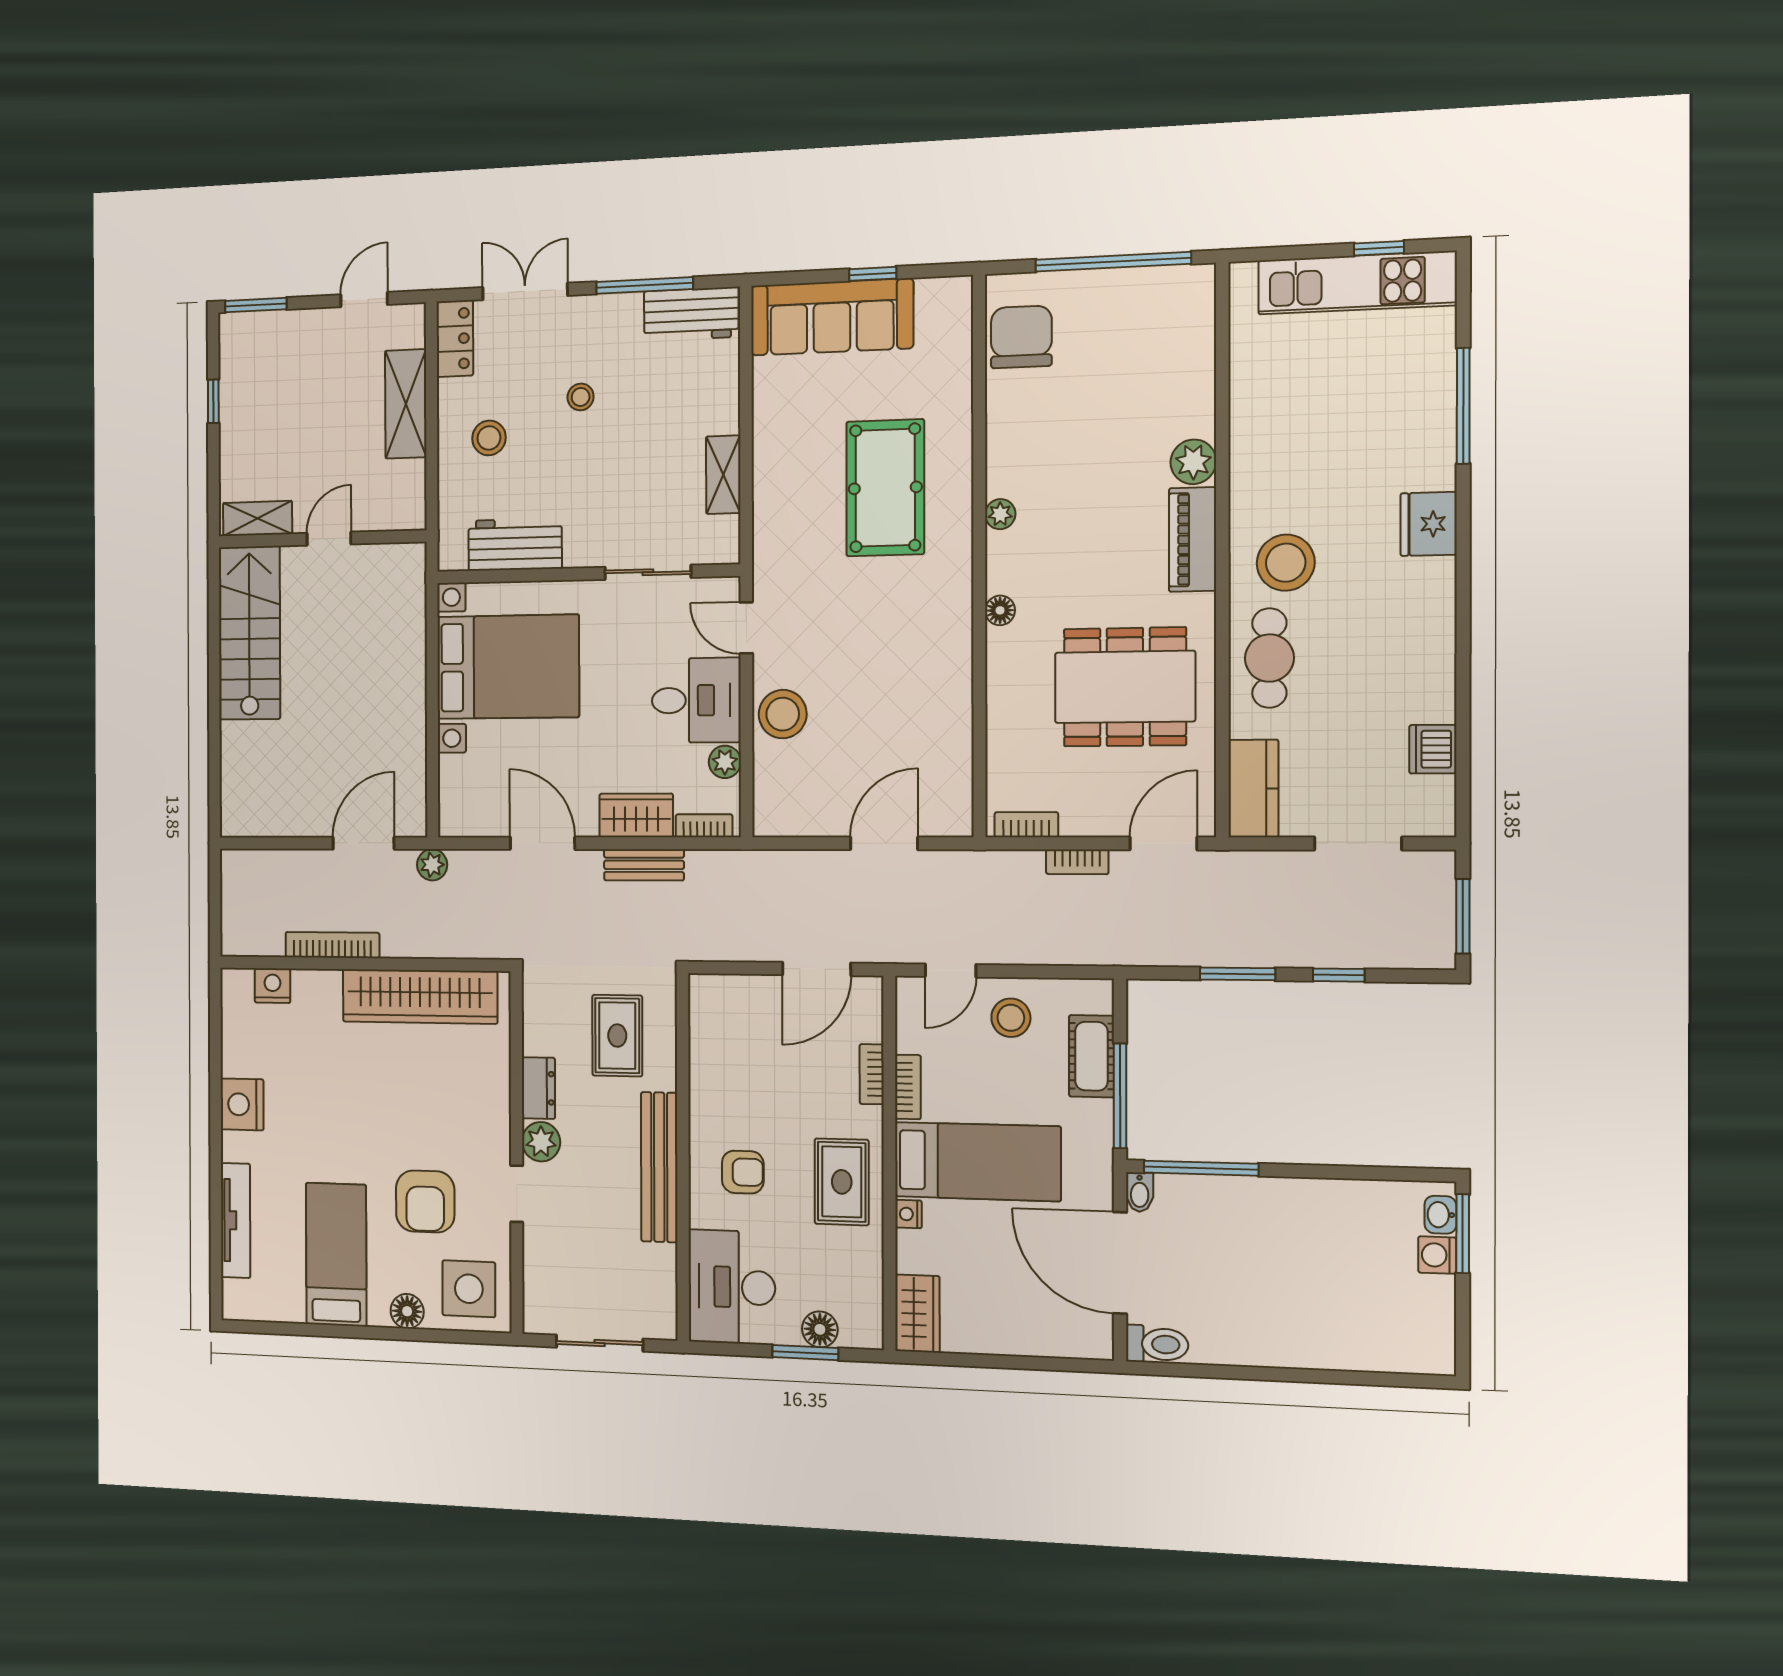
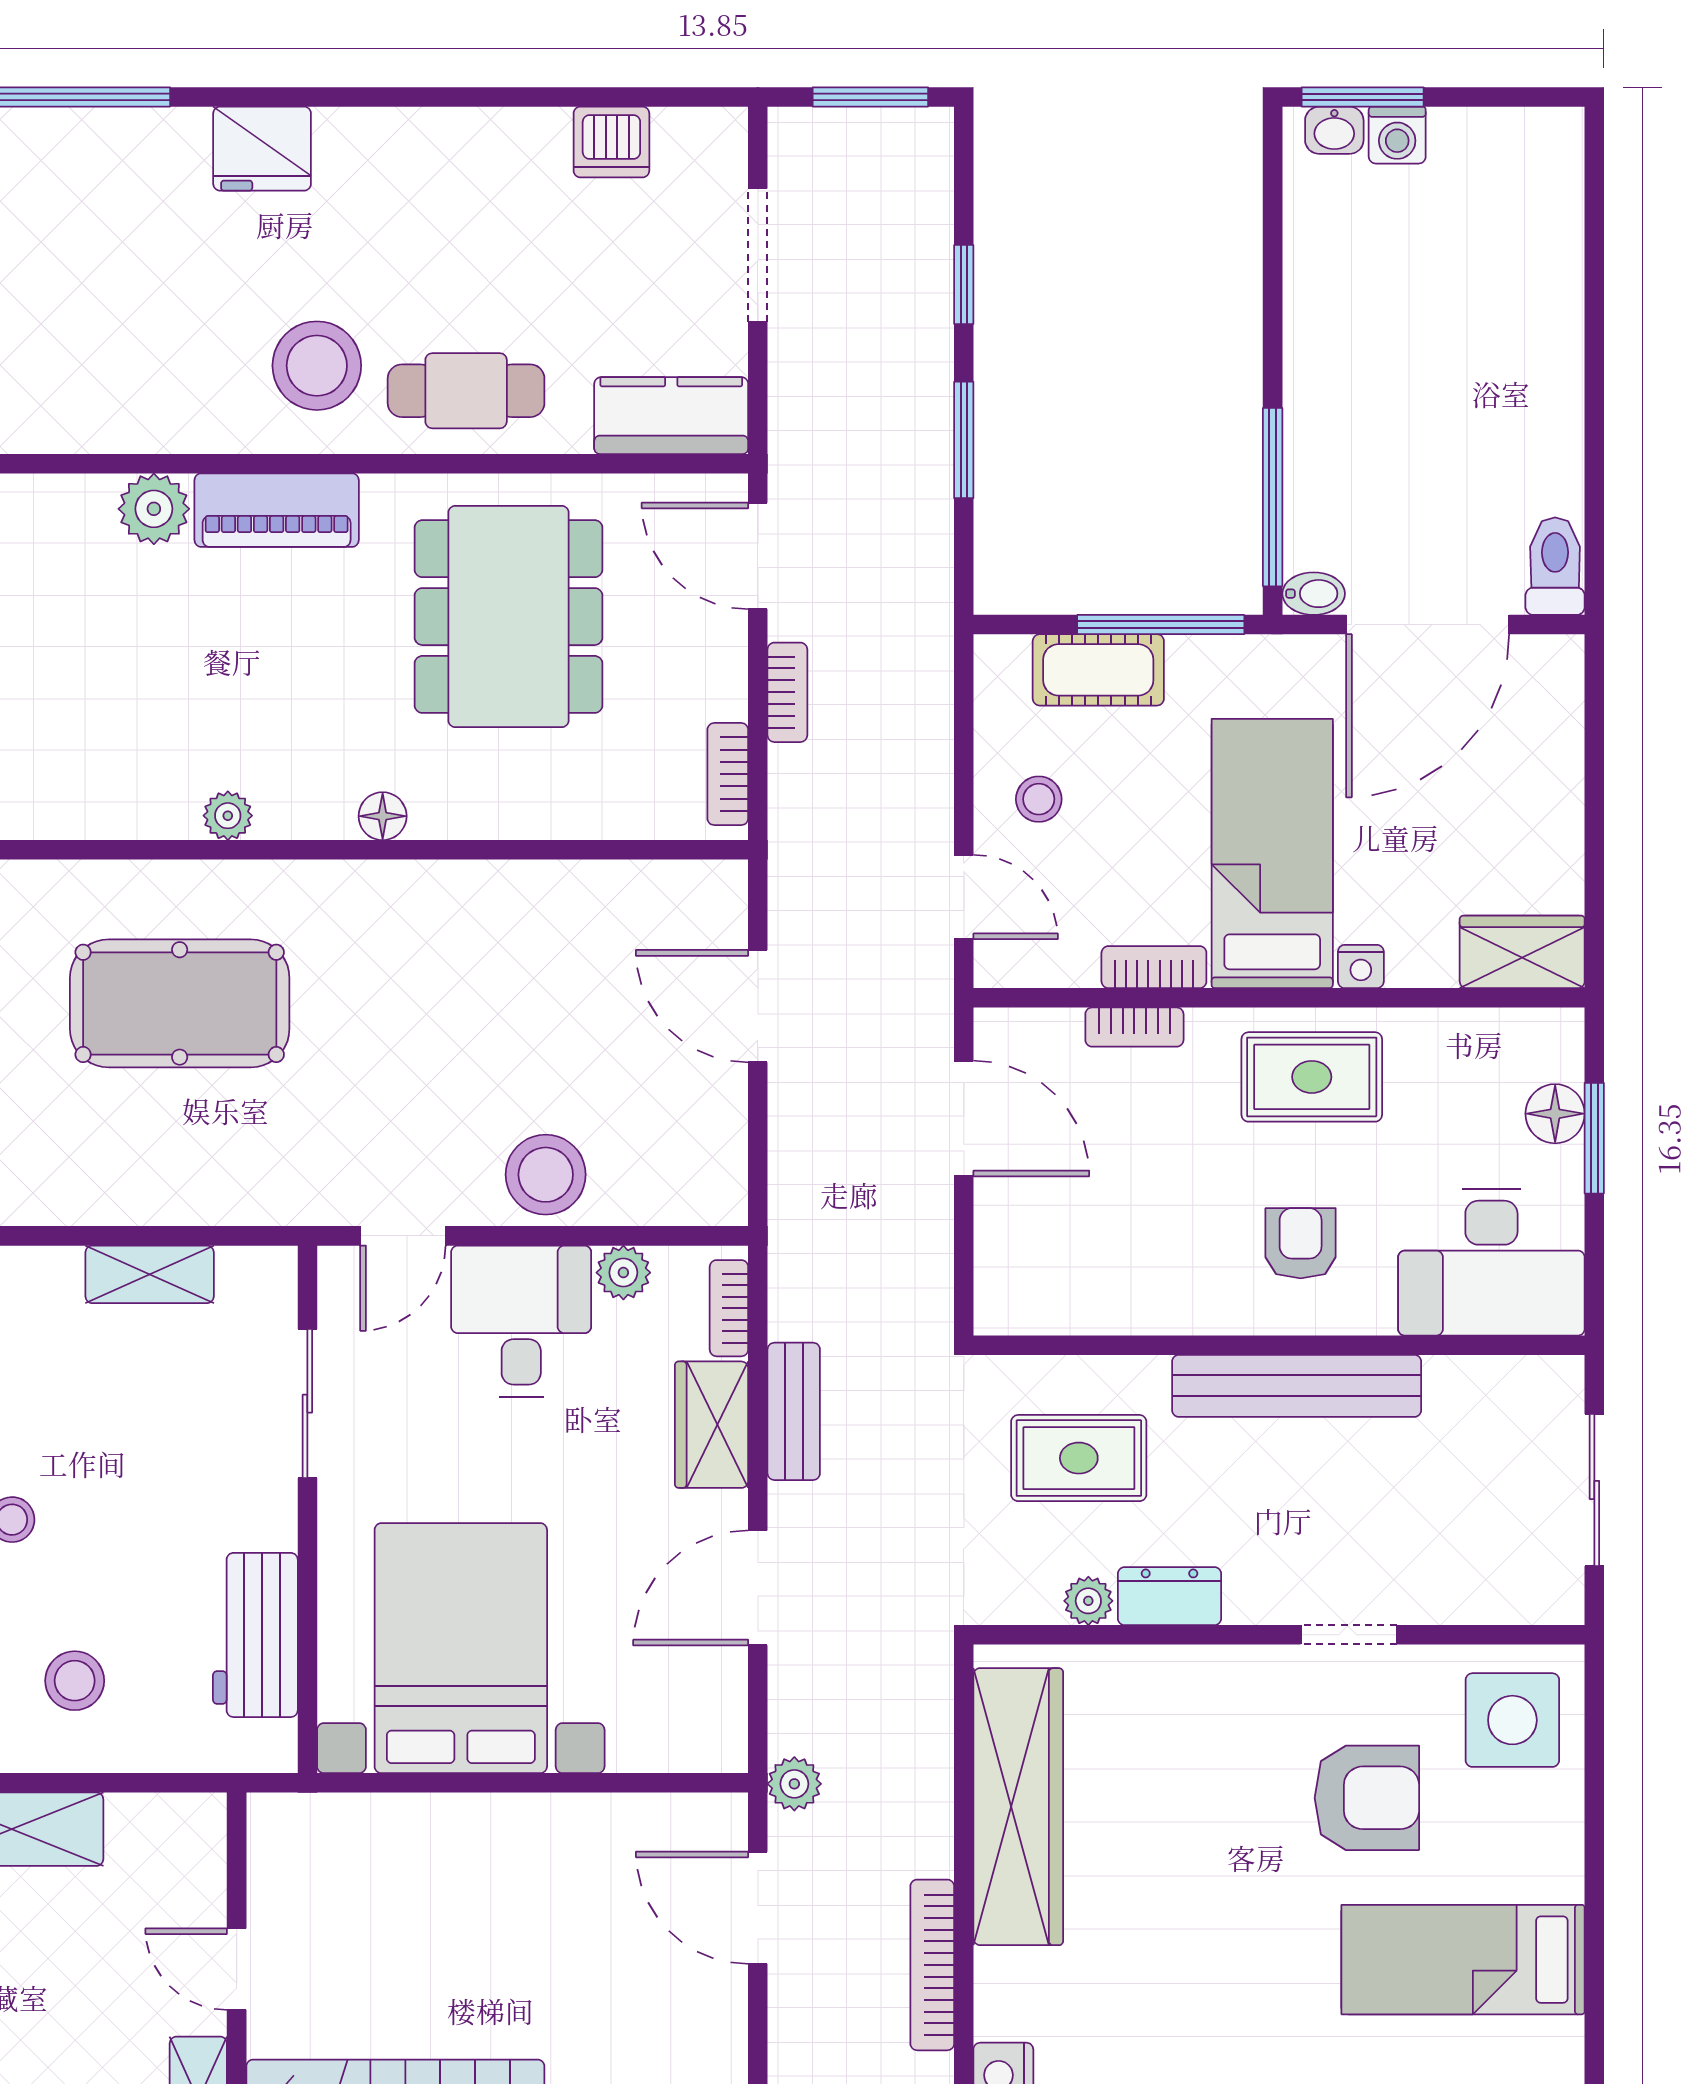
stool: (1011, 1018) -> (1039, 799), width x0.73, depth x0.73
plant: (541, 1142) -> (1088, 1601), moved, width x0.73, depth x0.73
floor lamp: (407, 1311) -> (1555, 1831), removed

